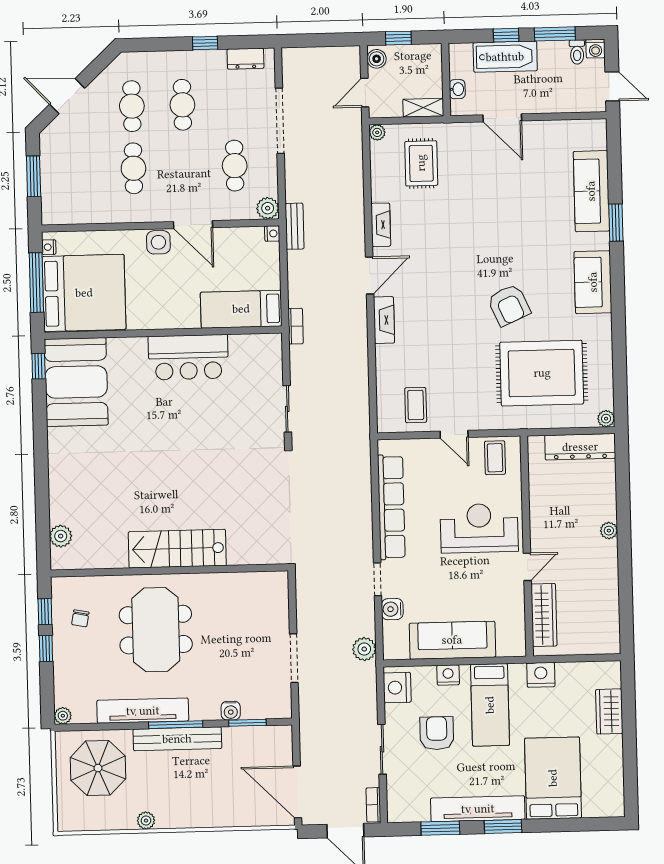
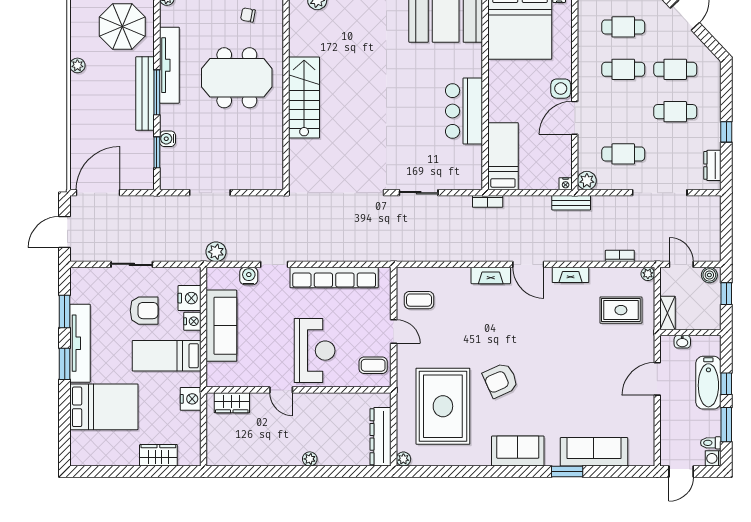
cafe table: (83, 170) -> (623, 27), added
door: (454, 434) -> (394, 332), swing flipped
wardrobe: (544, 615) -> (232, 403), width x0.67
nightstand: (397, 688) -> (190, 298), moved, turned 90
bookcase: (373, 805) -> (620, 256), moved

